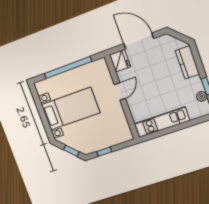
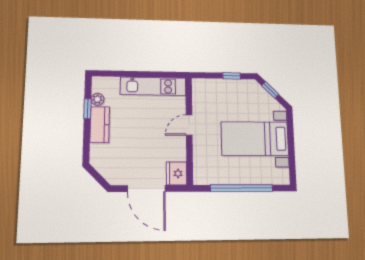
kitchen counter: (187, 62) -> (100, 125), moved
door: (120, 91) -> (189, 125), moved

